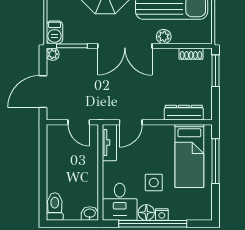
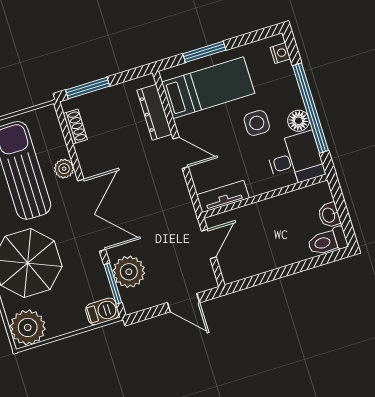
plant: (53, 54) -> (129, 272), moved, width x1.88, depth x1.88
door: (43, 92) -> (184, 303), width x0.73
door: (131, 122) -> (181, 153), moved
window: (215, 161) -> (204, 52), width x0.69
washbasin: (90, 214) -> (329, 215), moved
nightstand: (162, 214) -> (280, 53), moved

